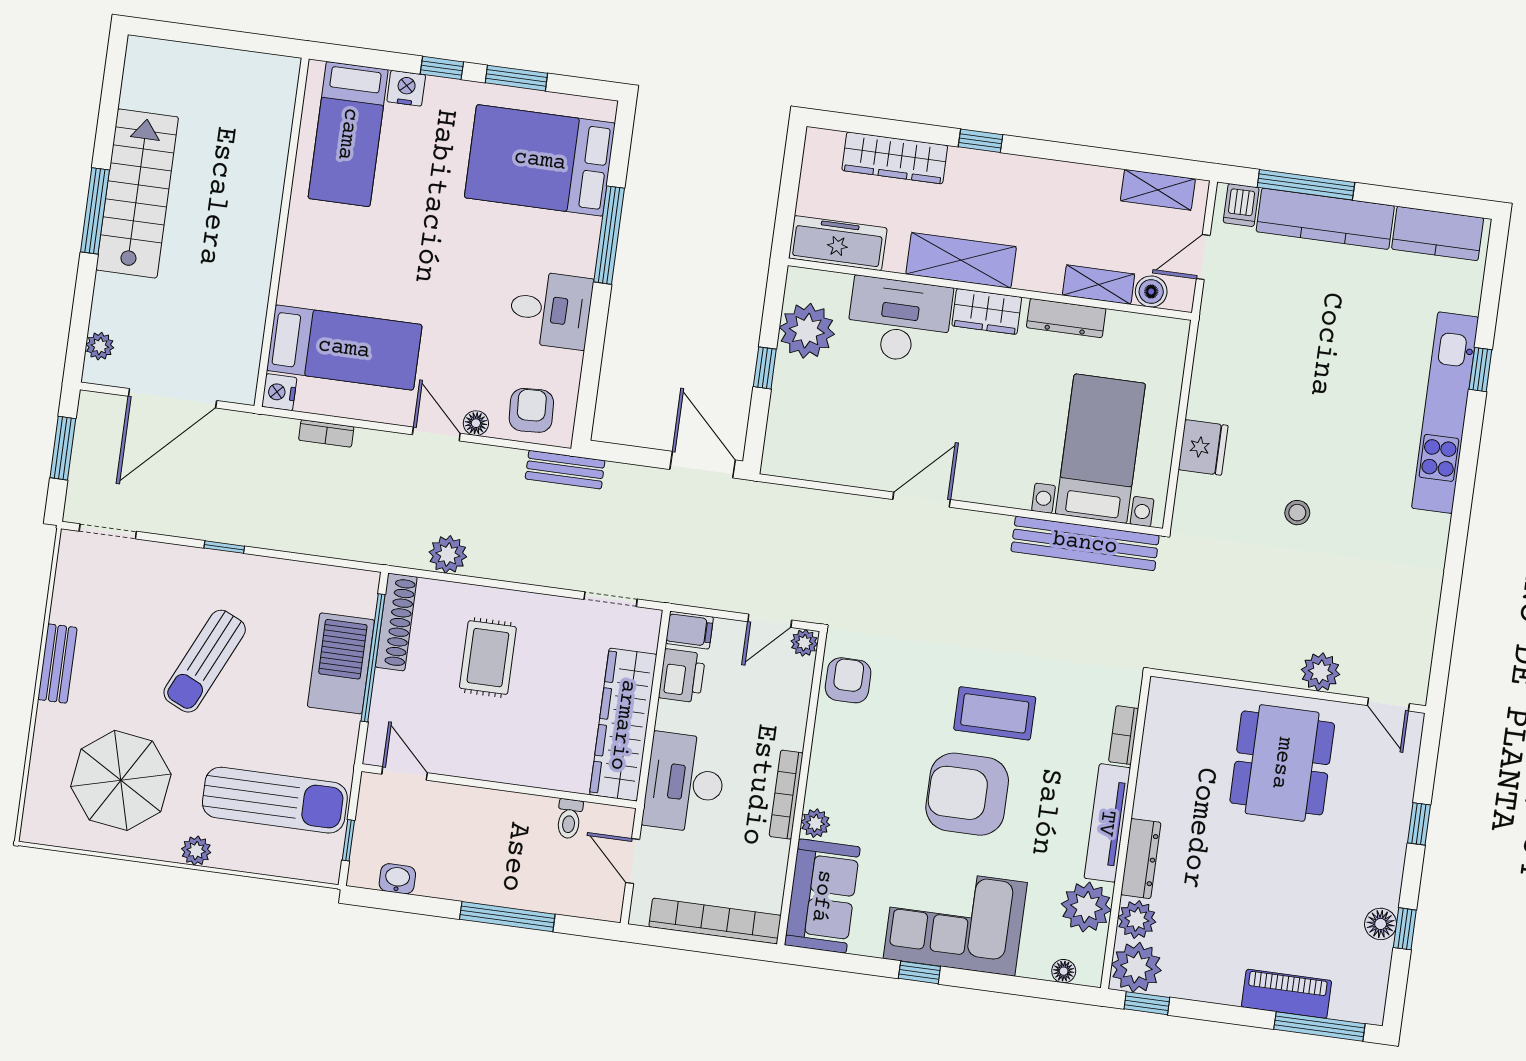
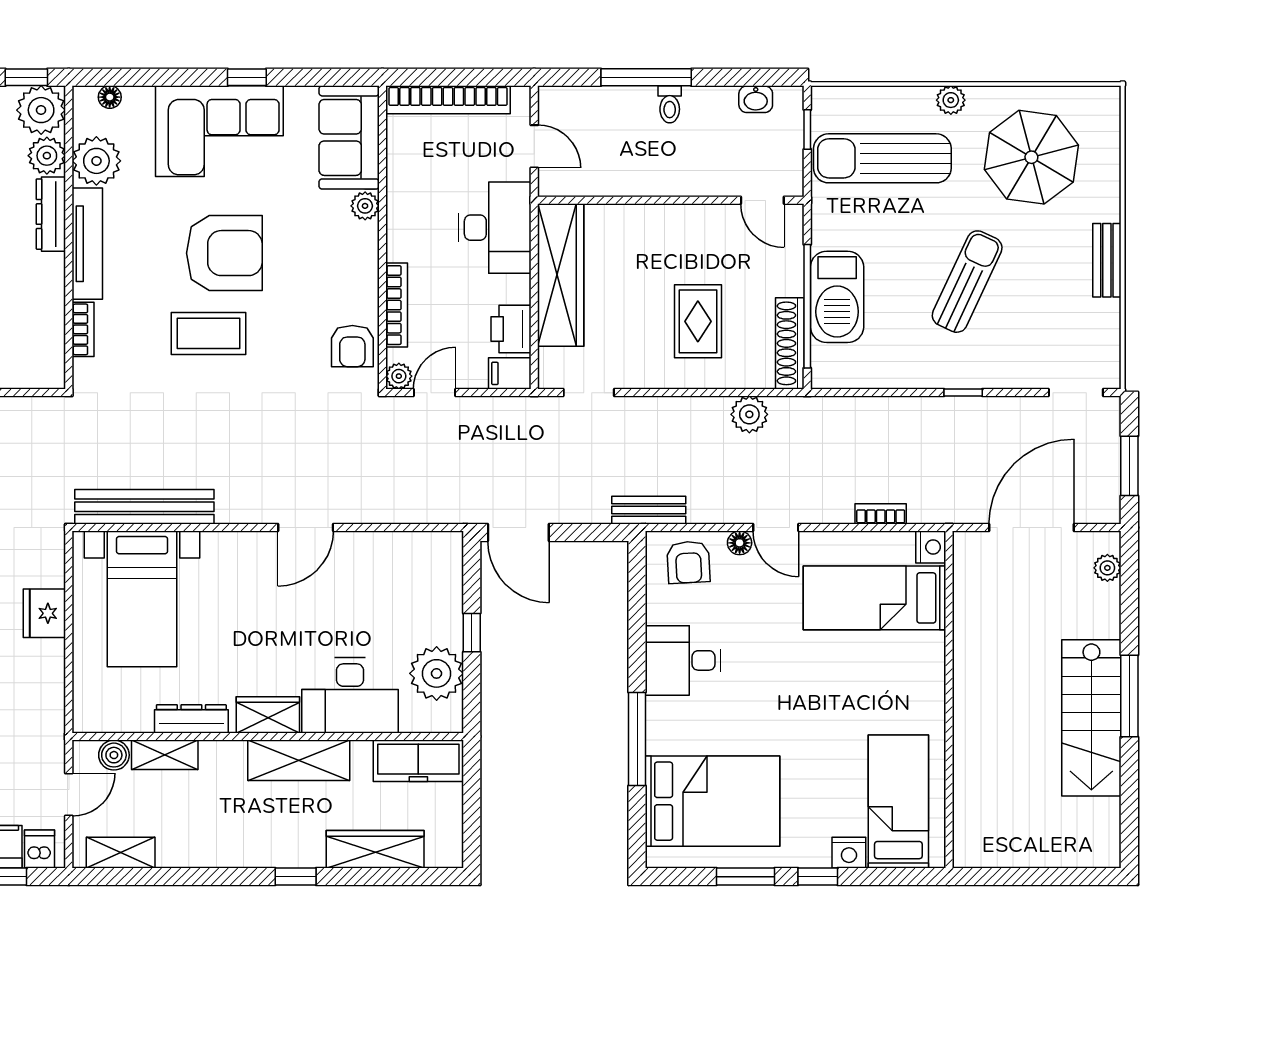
bookcase: (786, 795) -> (397, 305), moved
toilet: (569, 819) -> (670, 104), moved, turned 180

